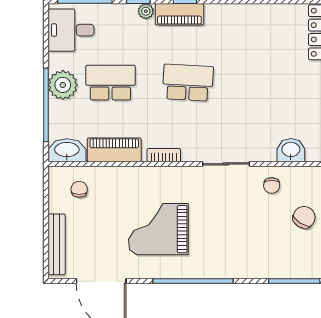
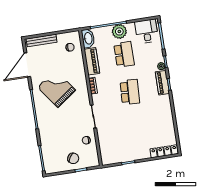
washbasin: (291, 150) -> (105, 147), removed
grand piano: (158, 229) -> (57, 89), turned -36

